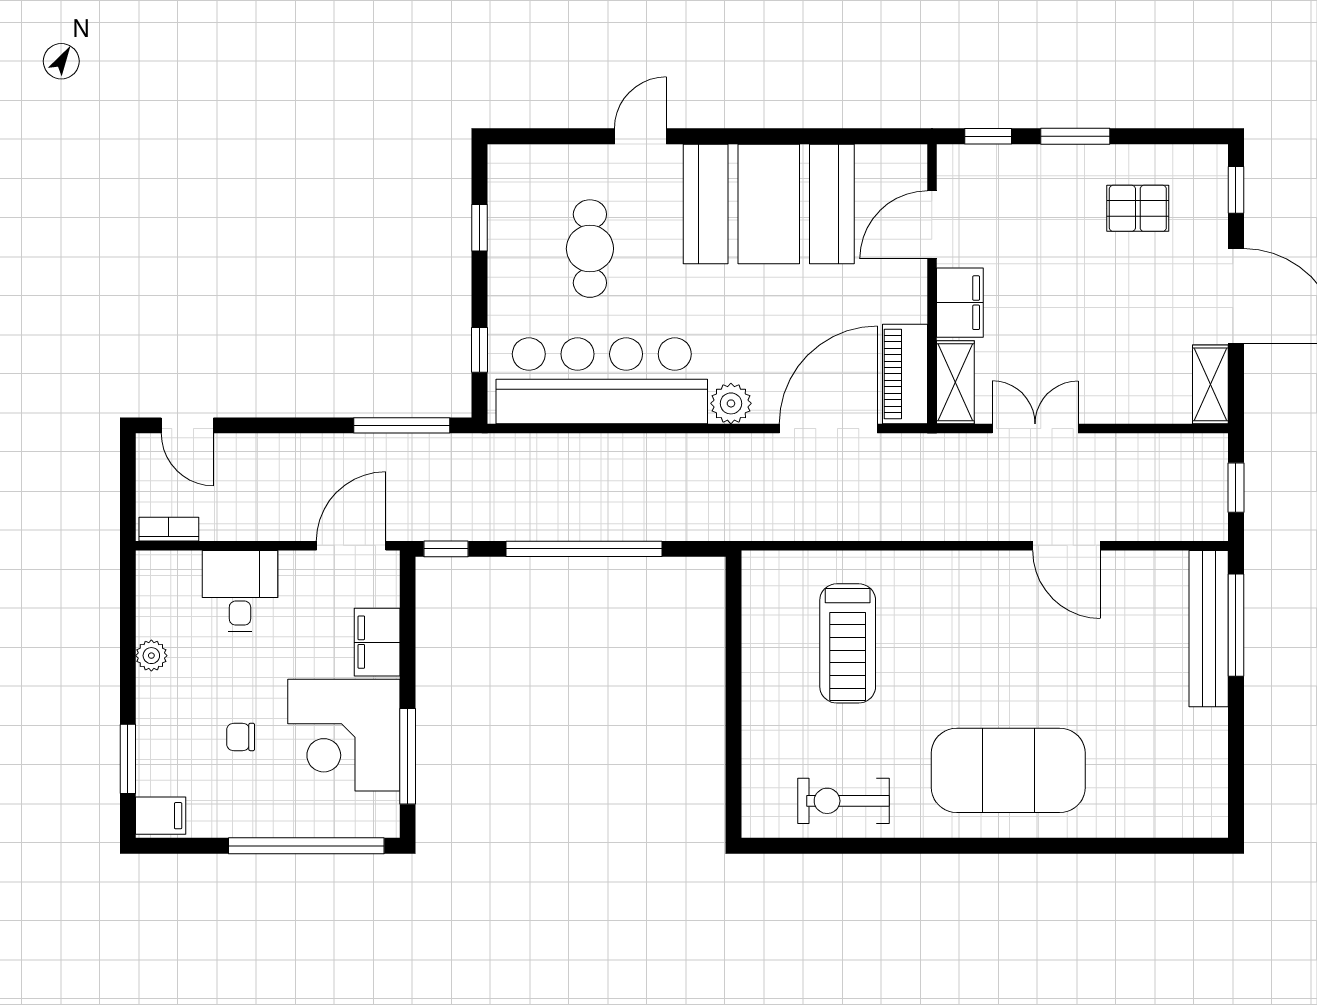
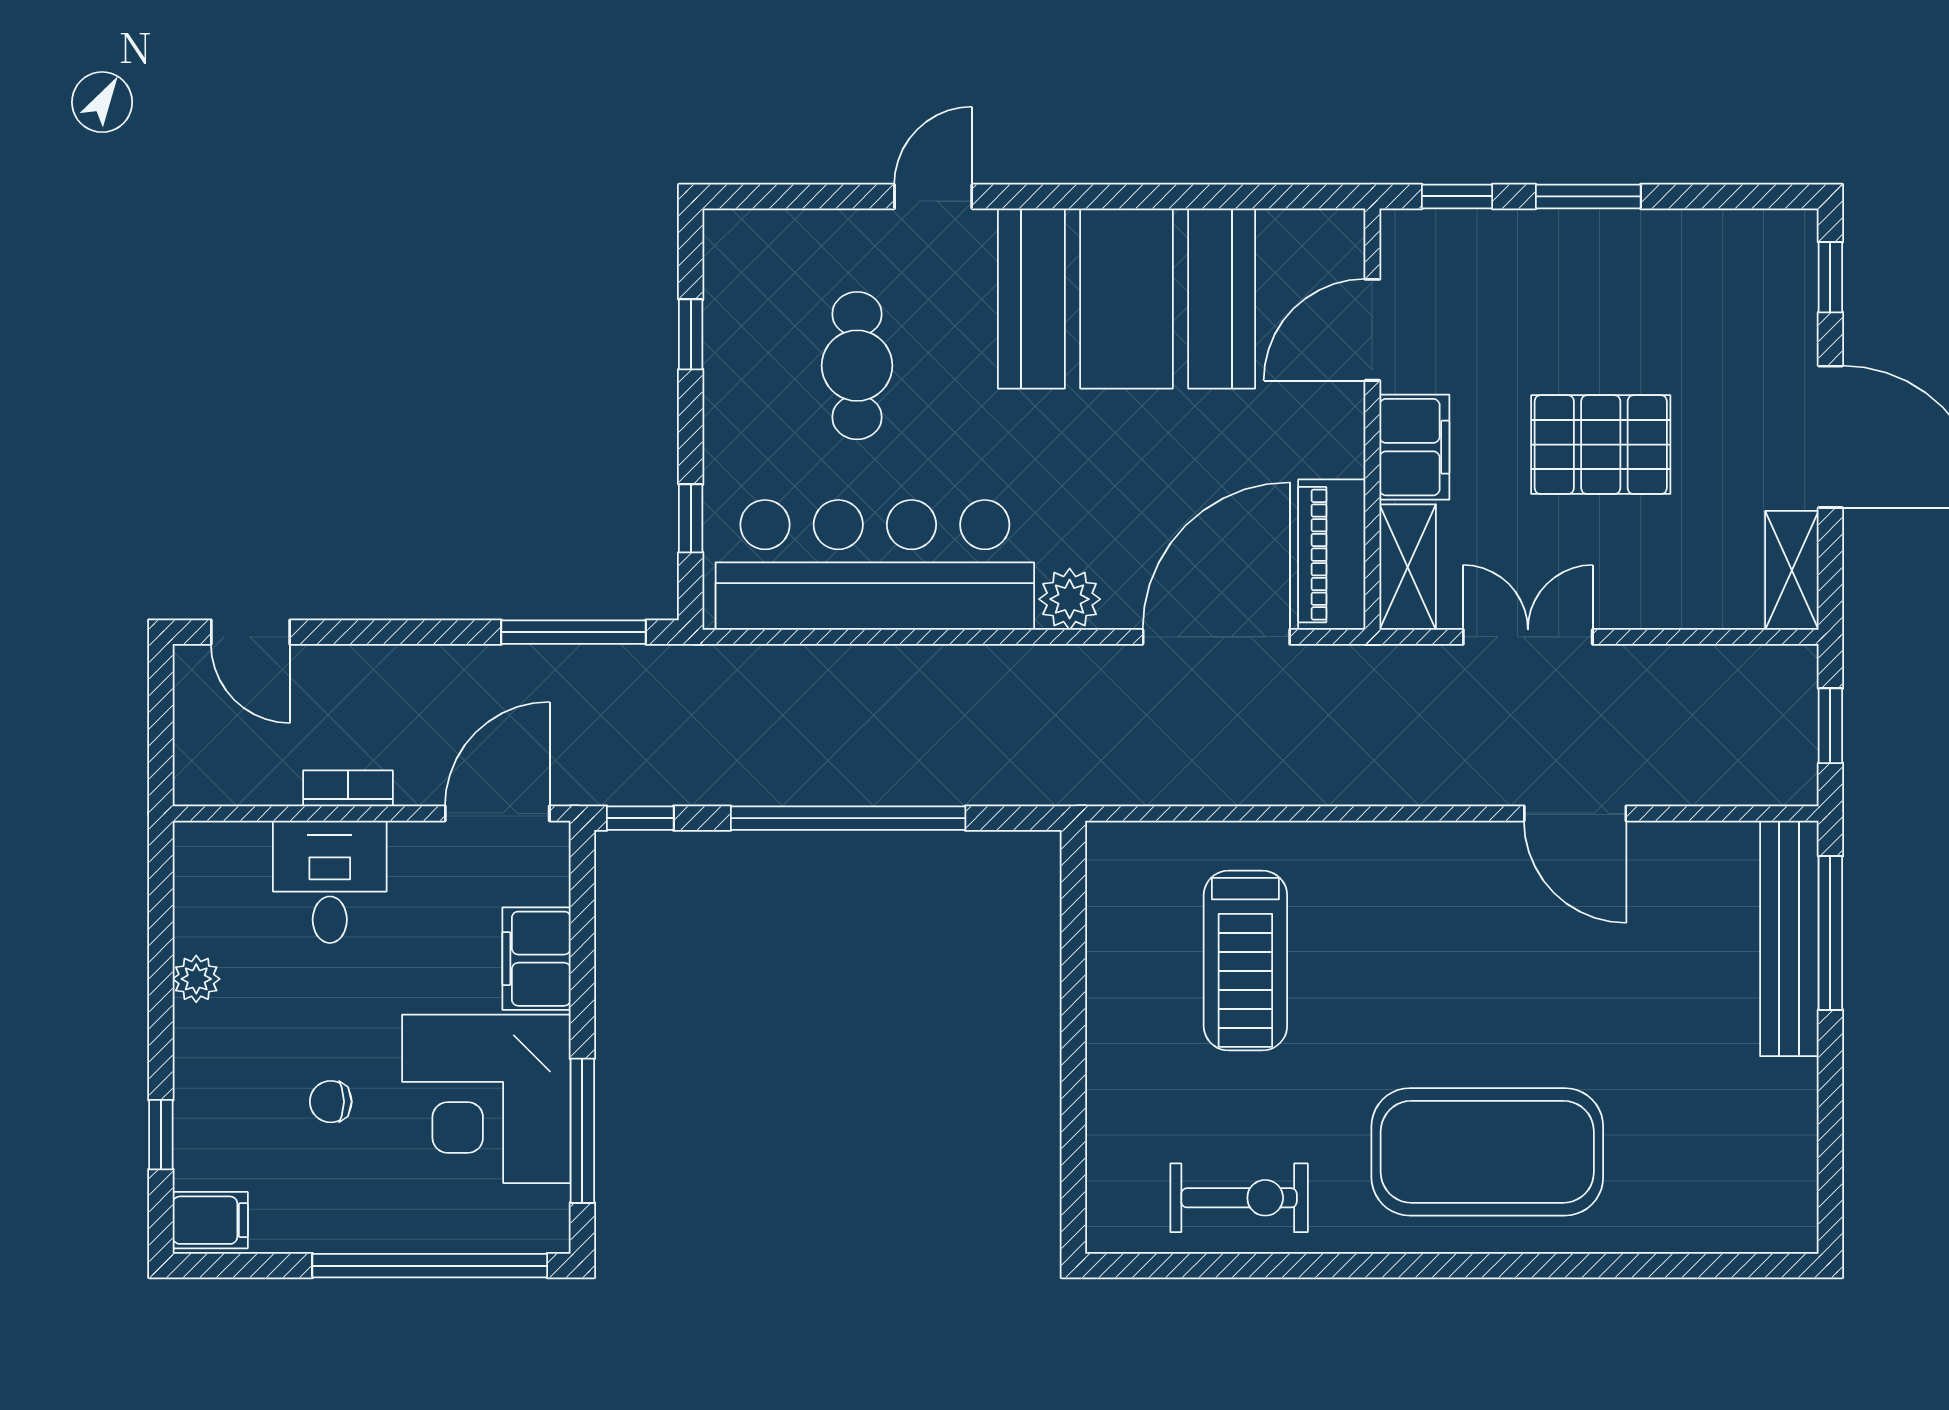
pallet: (1138, 208) -> (1601, 445), moved, width x1.50, depth x1.42
bookcase: (169, 529) -> (348, 788), moved
window: (128, 759) -> (161, 1135), width x0.67
exercise bike: (843, 801) -> (1239, 1198), turned 180

